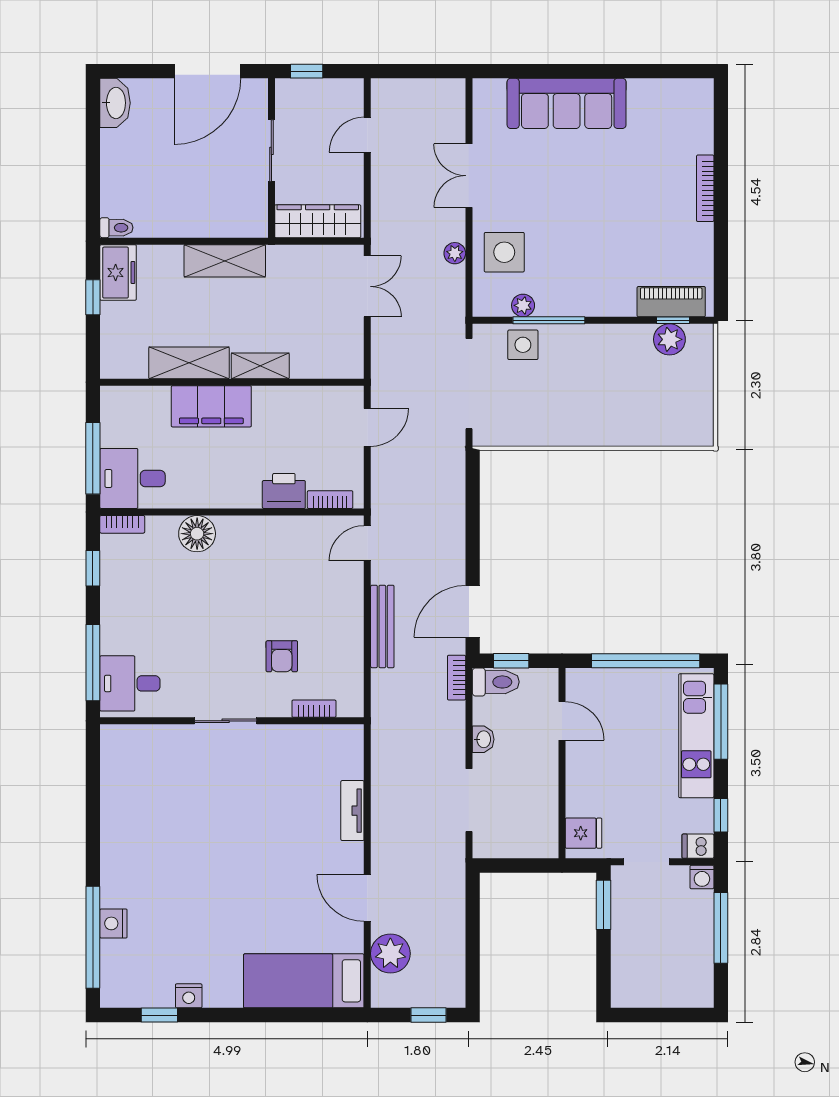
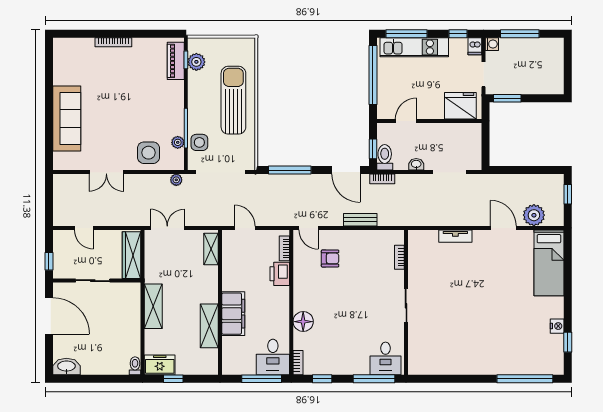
plant: (455, 253) -> (176, 180), moved
shelving: (260, 366) -> (211, 249), moved
sun lounger: (600, 407) -> (233, 100), added
window: (473, 509) -> (290, 170), added
bench: (382, 626) -> (360, 220), width x0.73
armchair: (282, 656) -> (330, 258), moved
fridge: (584, 833) -> (460, 106), width x1.88, depth x1.34
door: (367, 898) -> (503, 228), swing flipped
nightstand: (113, 923) -> (517, 367), removed

